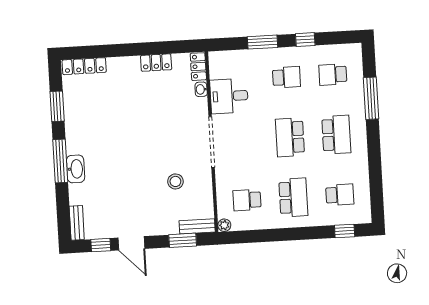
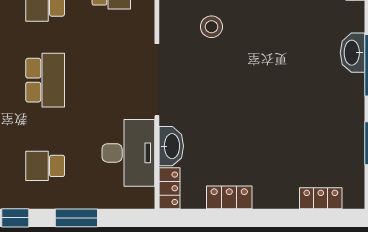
locker: (84, 66) -> (321, 198), width x0.66
washbasin: (201, 89) -> (171, 146), width x1.91, depth x1.45
desk: (229, 96) -> (128, 153), width x1.37

